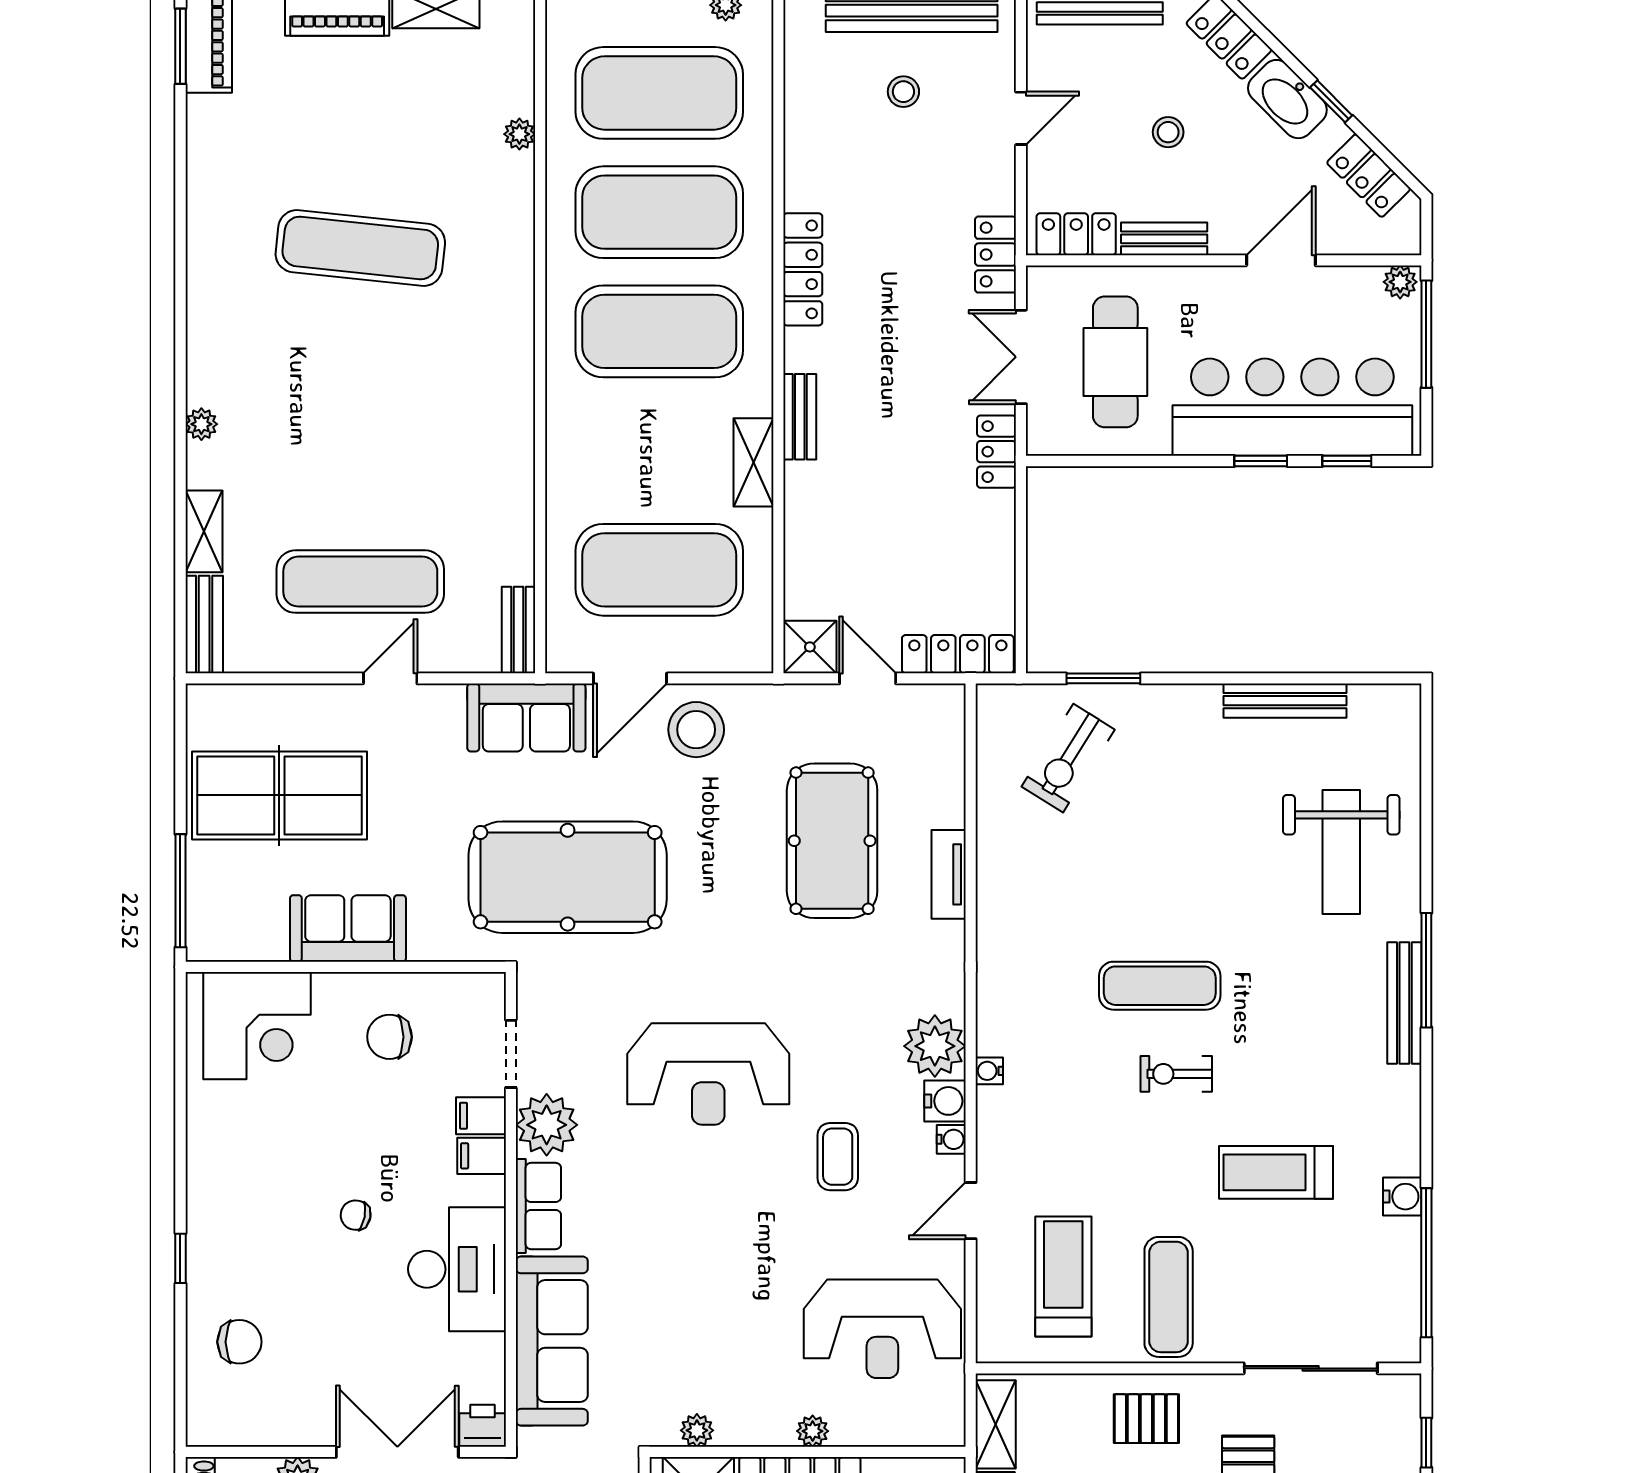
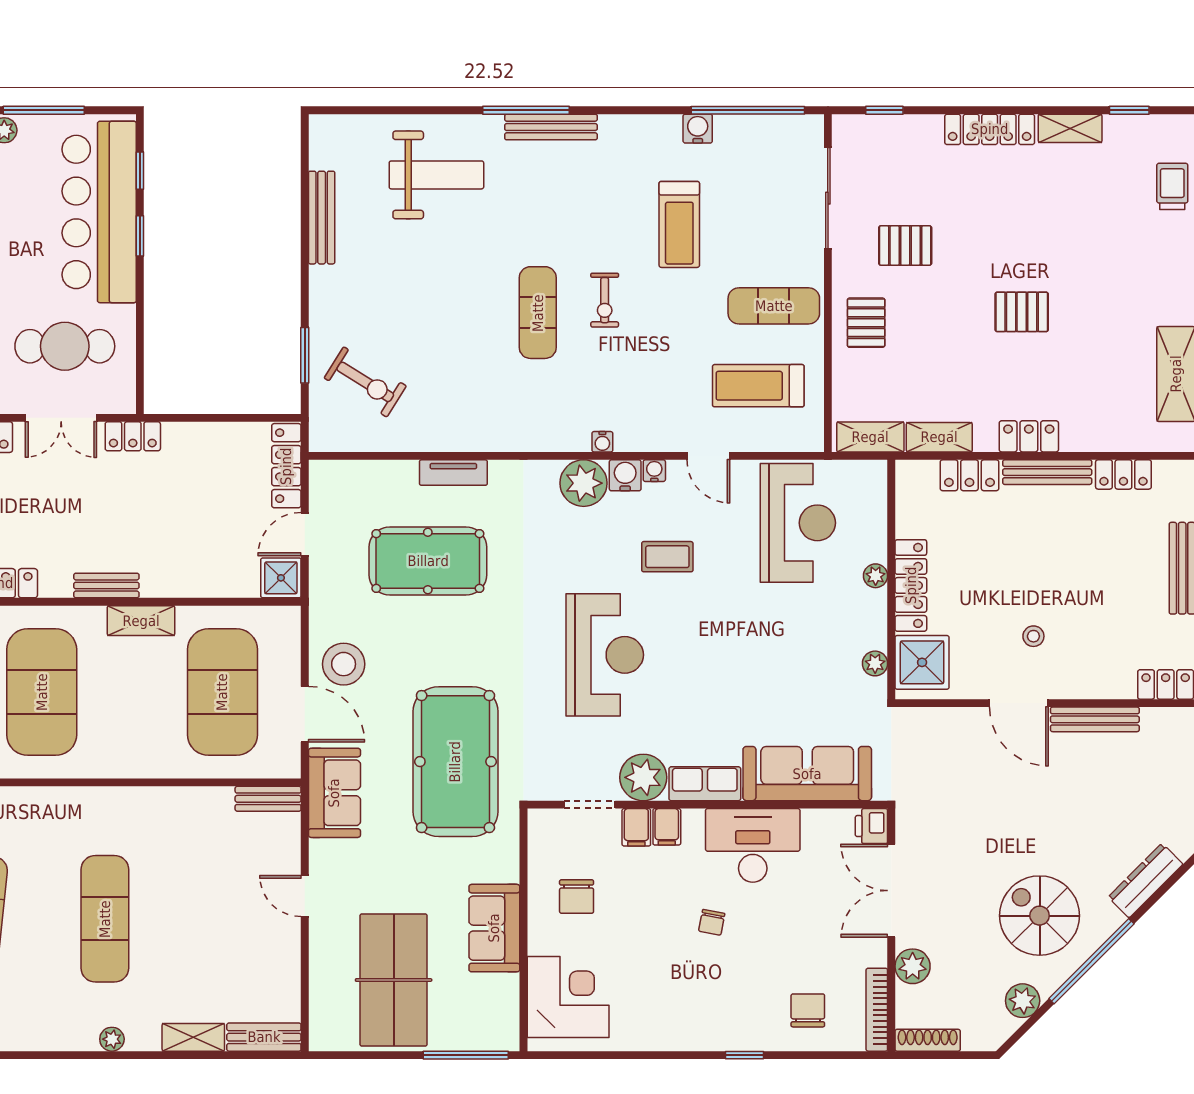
exercise mat: (360, 582) -> (105, 919), moved
bookcase: (240, 1433) -> (877, 1010), added

